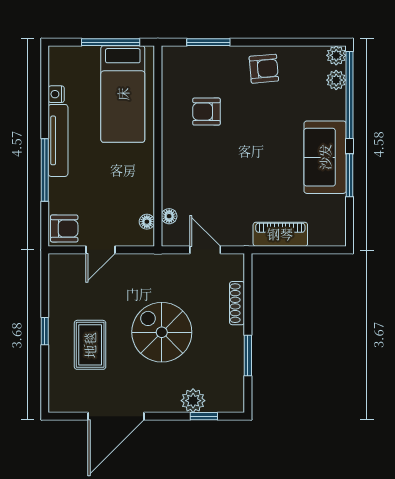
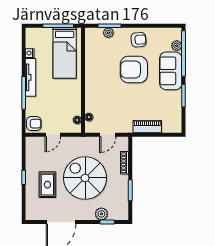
plant: (336, 55) -> (108, 33), moved
armchair: (206, 112) -> (134, 69), moved, width x1.88, depth x1.88
sofa: (325, 157) -> (171, 71), moved
door: (205, 250) -> (108, 135), swing flipped
spiral stairs: (162, 332) -> (85, 178), width x1.37, depth x1.37

